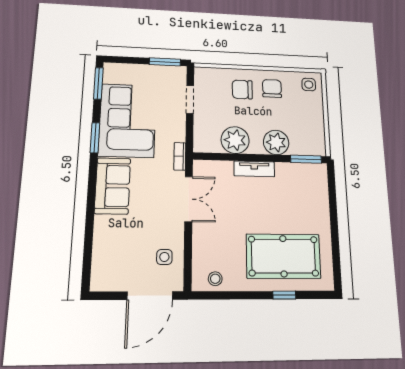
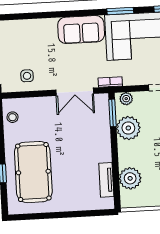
plant: (201, 140) -> (126, 99), added
plant: (276, 142) -> (130, 178), moved
window: (306, 159) -> (112, 113), moved
tv unit: (254, 169) -> (106, 180), moved

